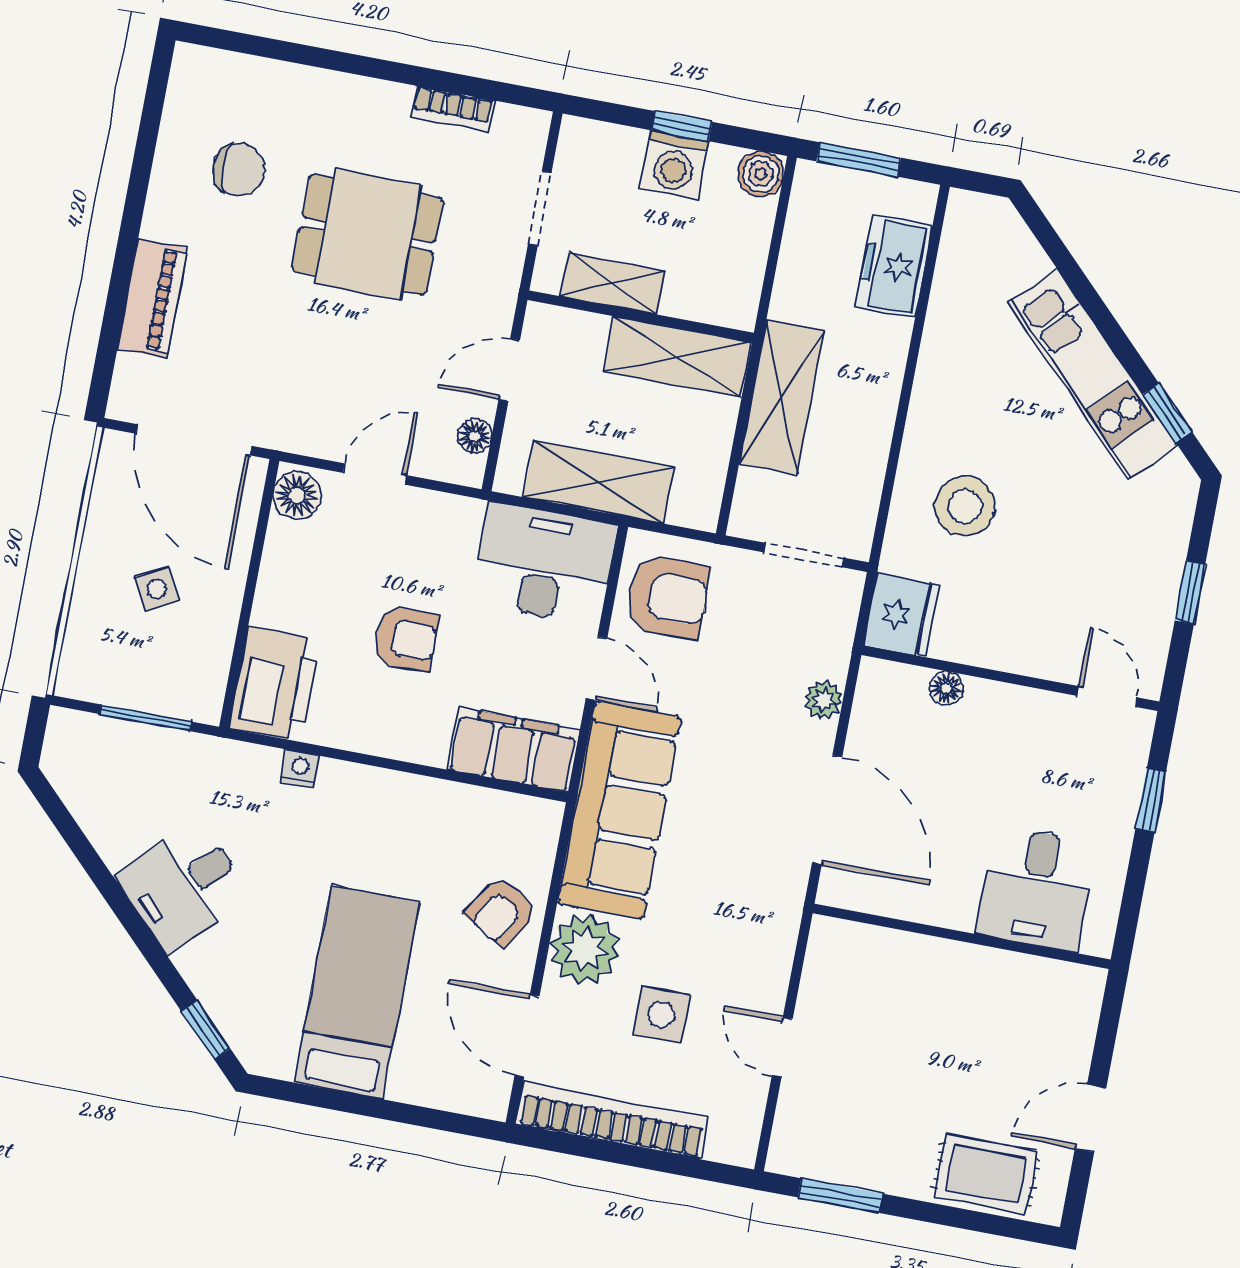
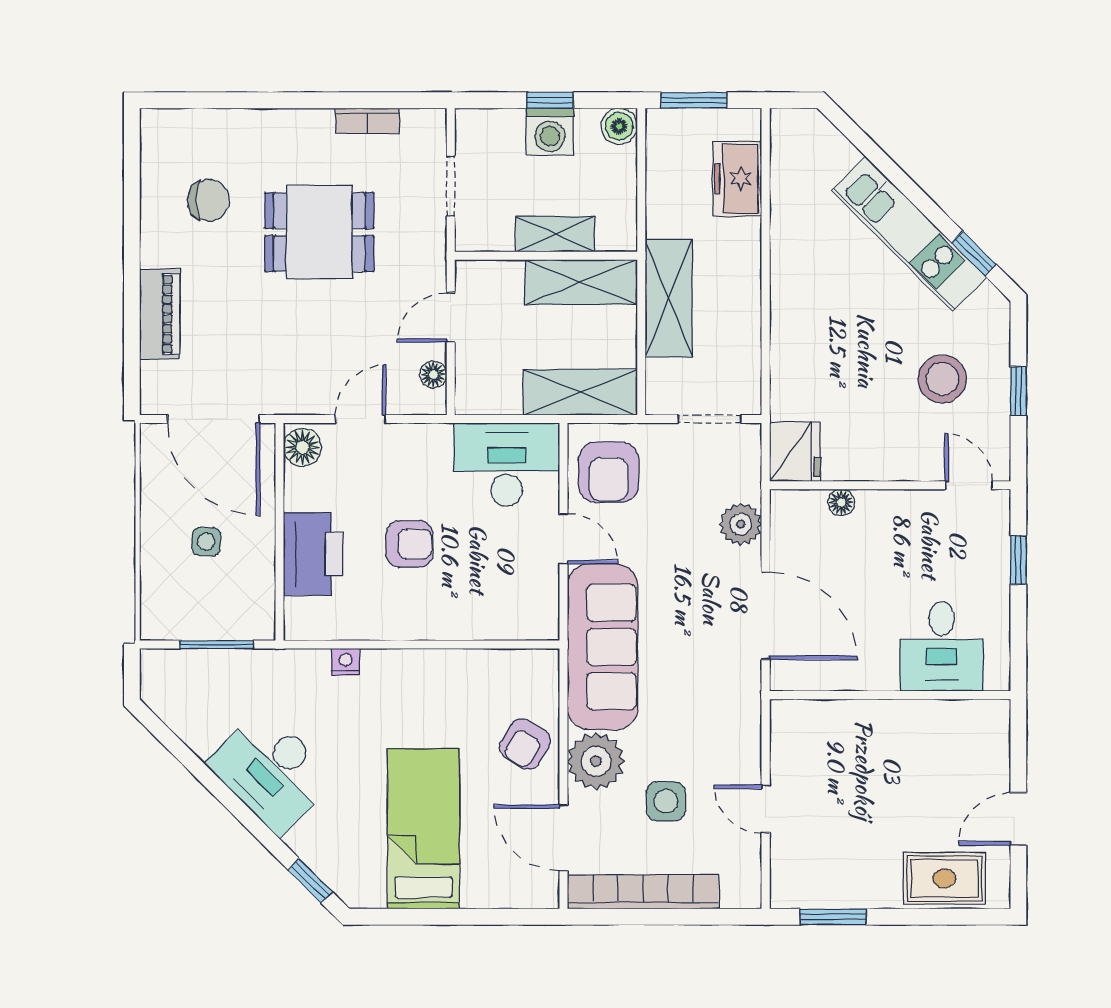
shelving: (613, 283) -> (555, 234), moved
shelving: (599, 482) -> (580, 392), moved
stool: (965, 506) -> (942, 379), moved
side table: (157, 589) -> (206, 542), turned 32
armchair: (667, 597) -> (609, 472), turned 90
printer: (275, 684) -> (313, 554), moved
plant: (823, 700) -> (741, 524), width x1.38, depth x1.38
filing cabinet: (514, 750) -> (510, 615), removed
desk: (183, 886) -> (271, 771), width x1.37

